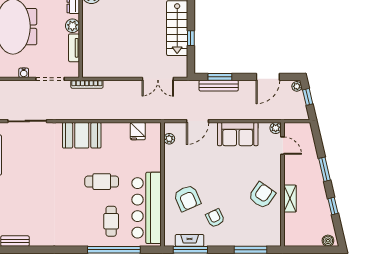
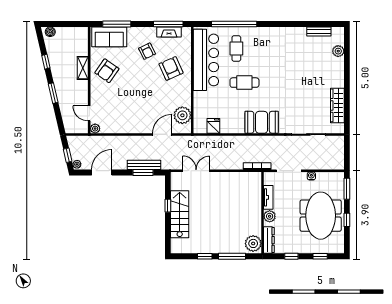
sofa: (238, 134) -> (109, 37), moved, turned 180
plant: (169, 139) -> (182, 115), width x1.88, depth x1.88

